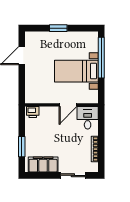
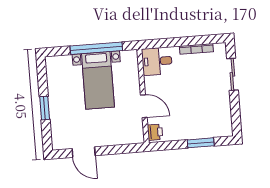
window: (101, 58) -> (96, 48), moved
door: (68, 105) -> (144, 106), moved
filing cabinet: (43, 165) -> (222, 114), removed

